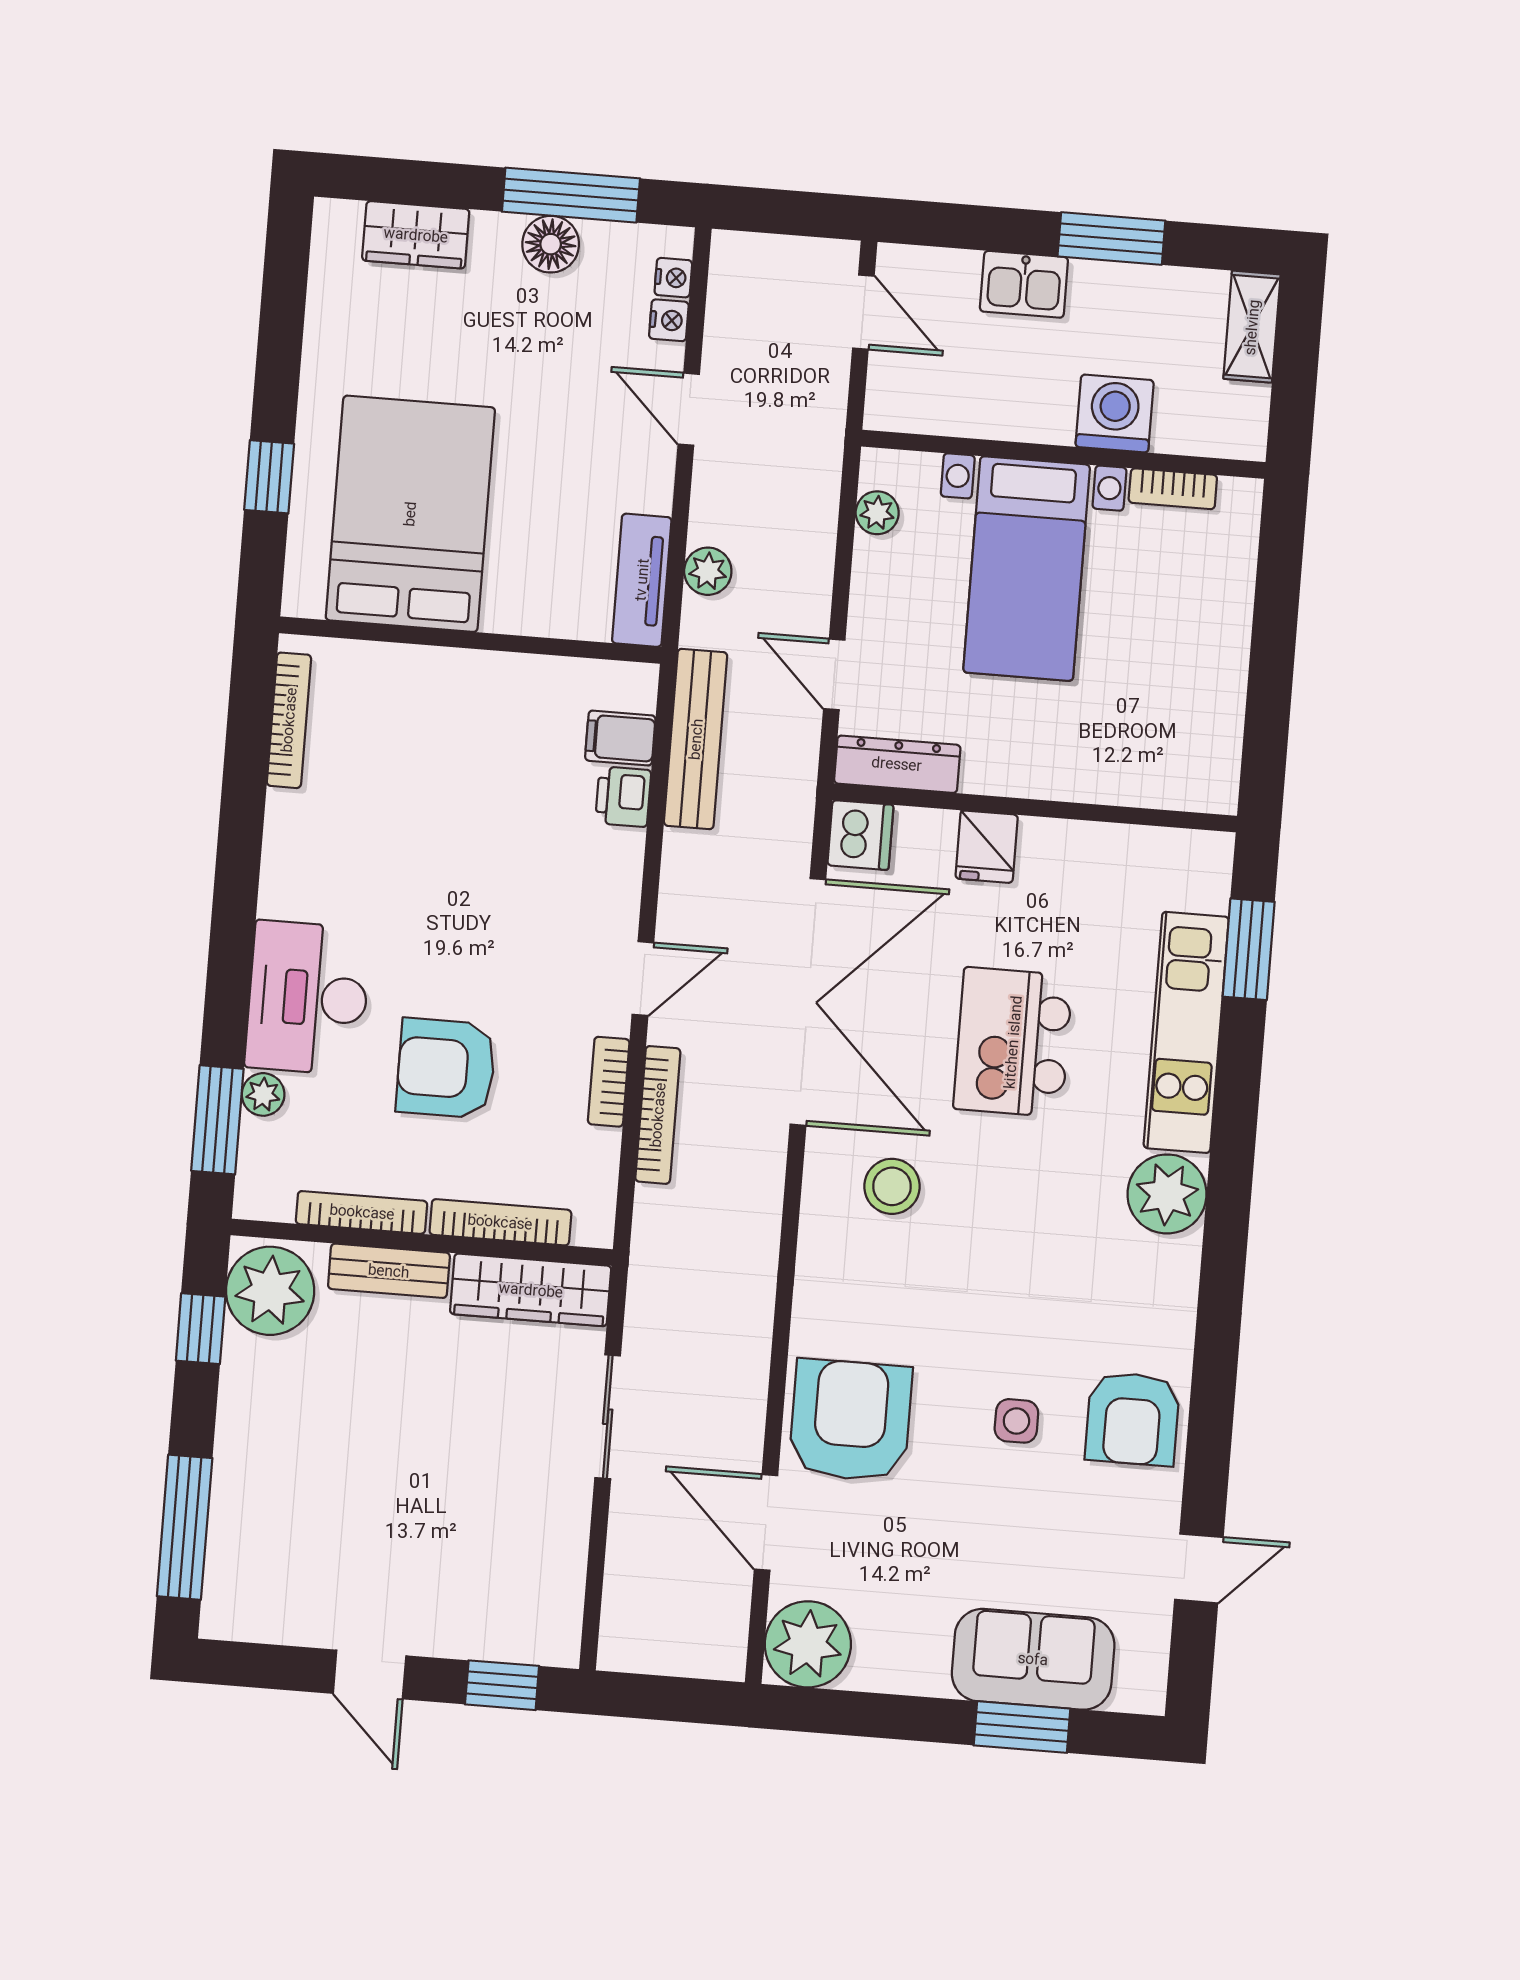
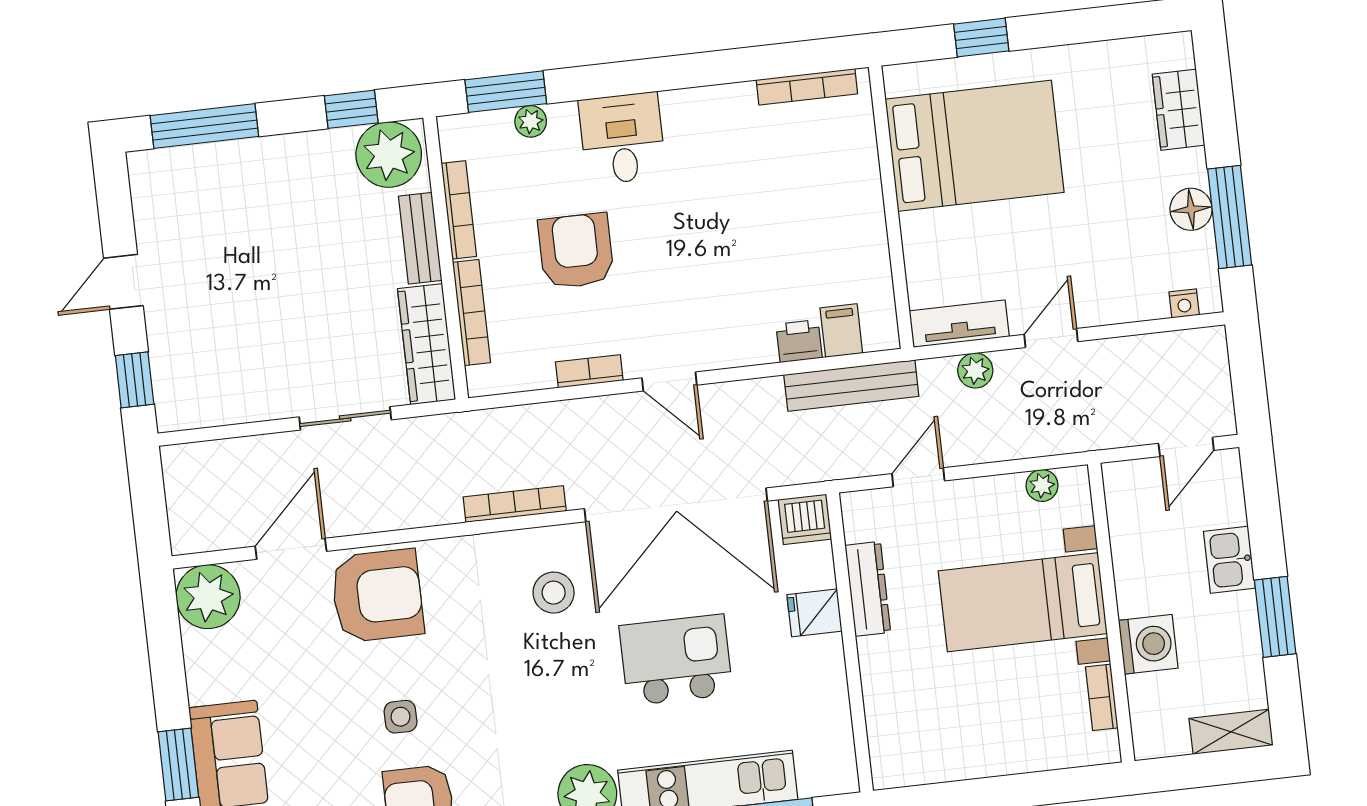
nightstand: (669, 320) -> (1152, 306), removed
door: (689, 409) -> (1051, 338), moved
dresser: (897, 764) -> (868, 589), moved
desk: (308, 998) -> (622, 139), width x0.73
bookcase: (658, 1115) -> (515, 504), moved, turned 180

